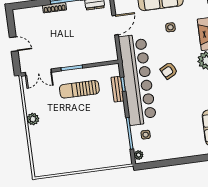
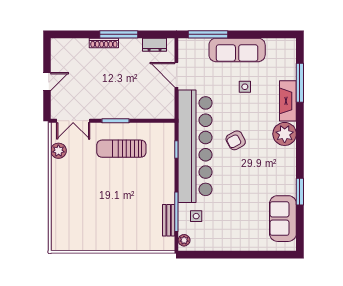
door: (115, 25) -> (176, 75), swing flipped
door: (14, 44) -> (47, 82), hinge flipped
bench: (117, 89) -> (169, 220), moved
plant: (33, 119) -> (58, 151), moved

